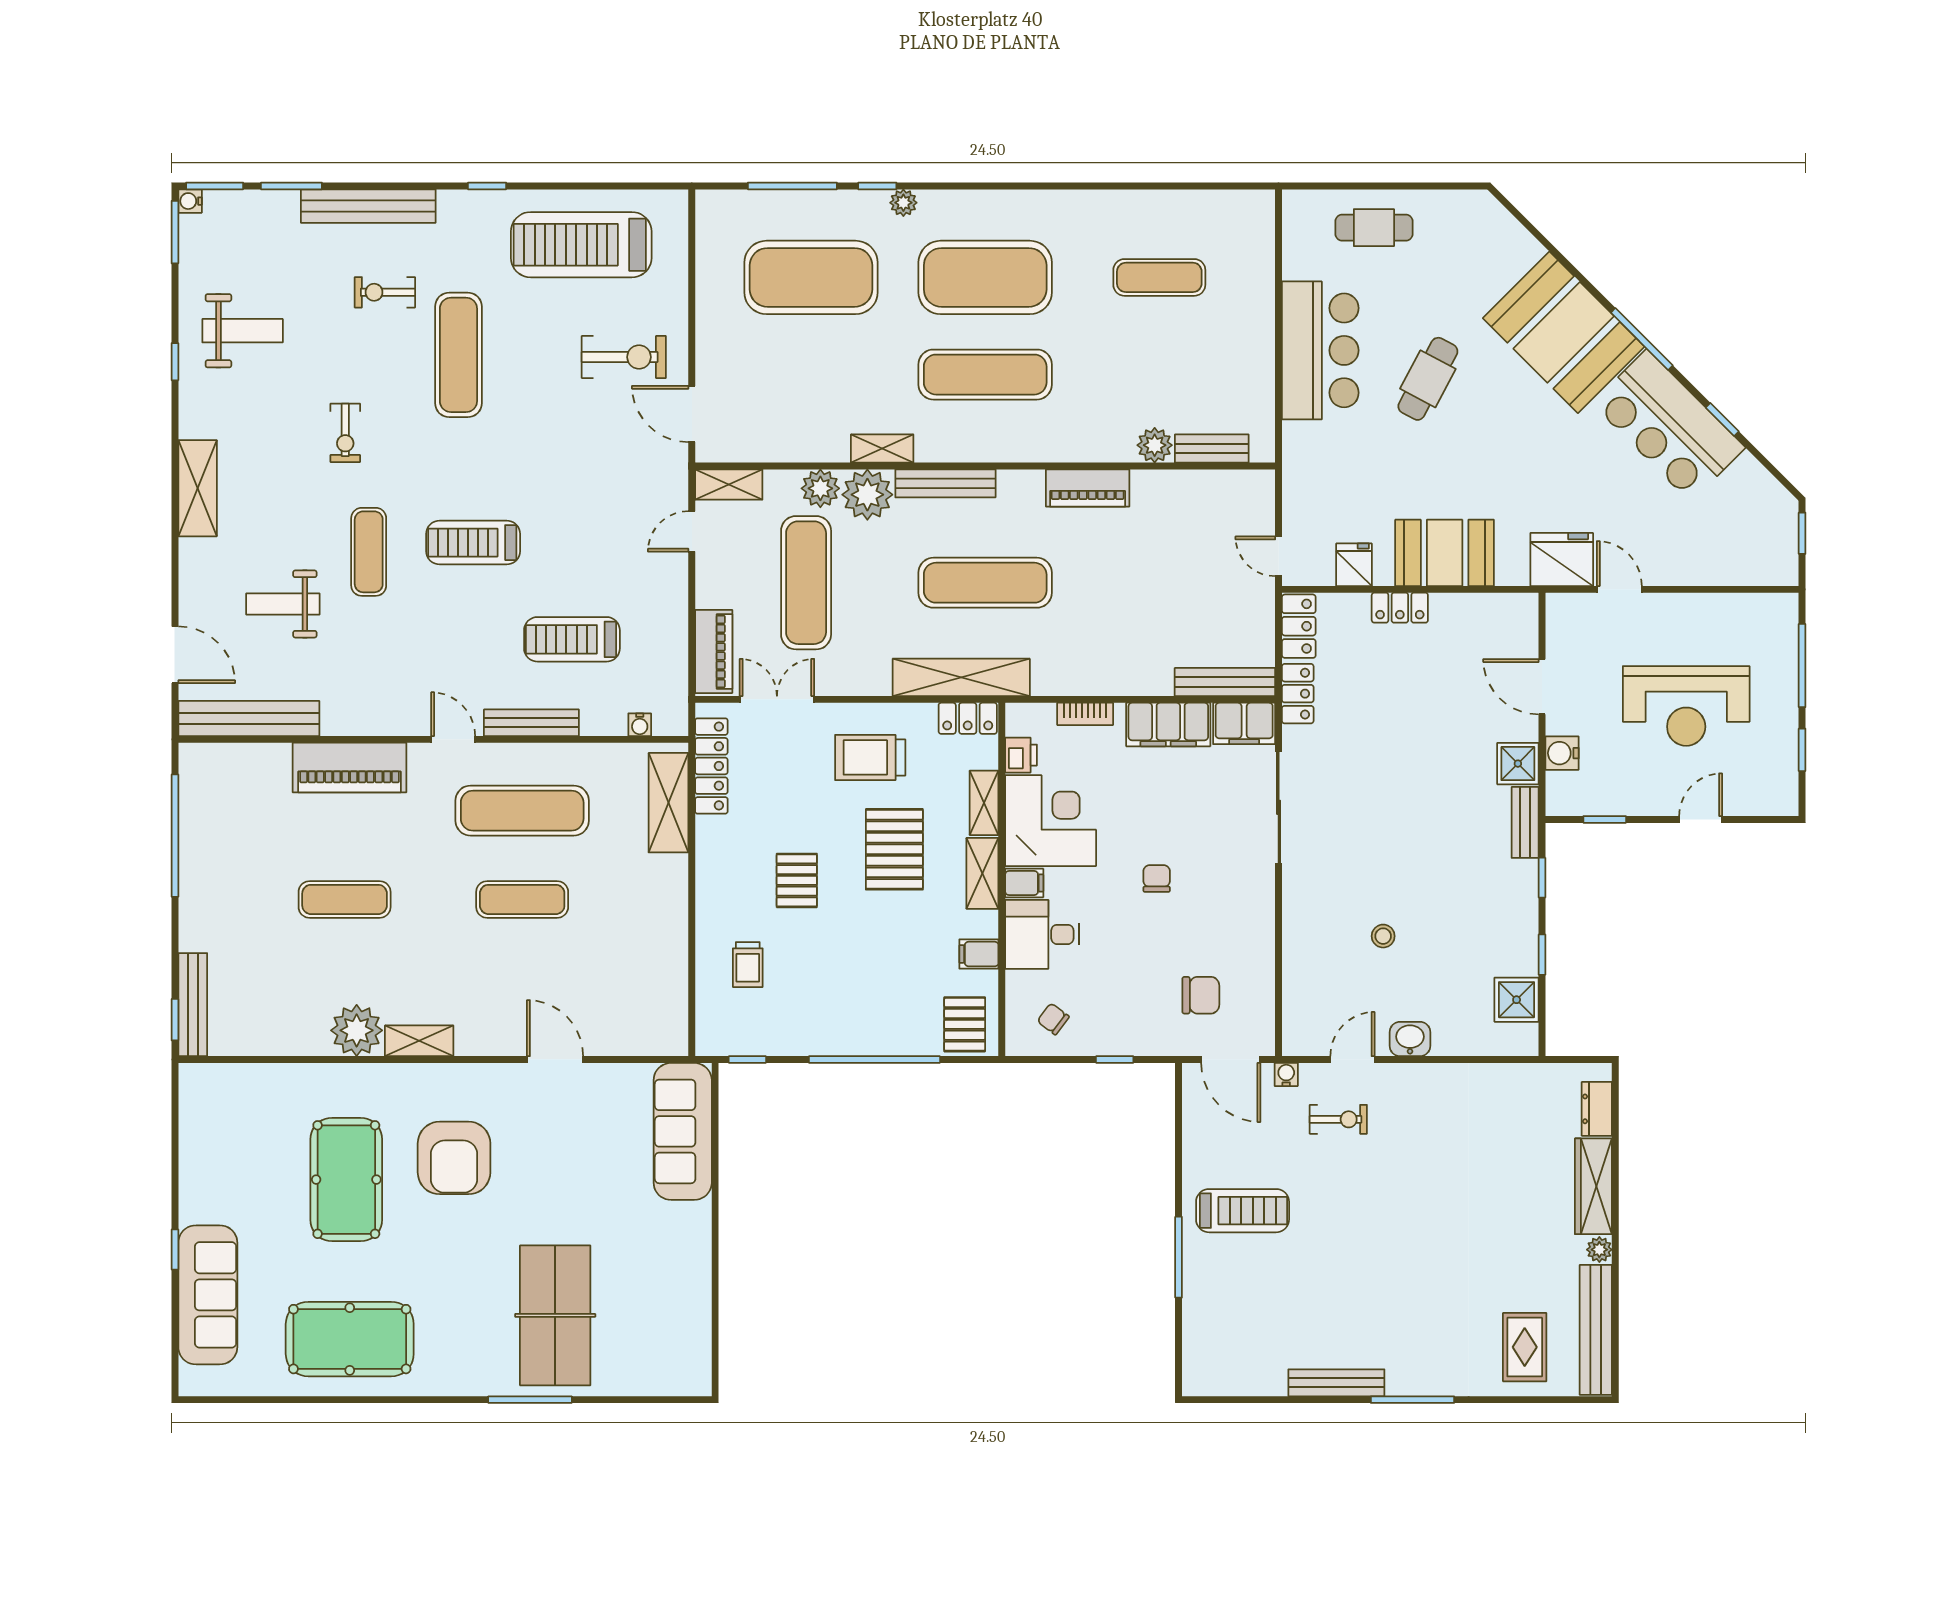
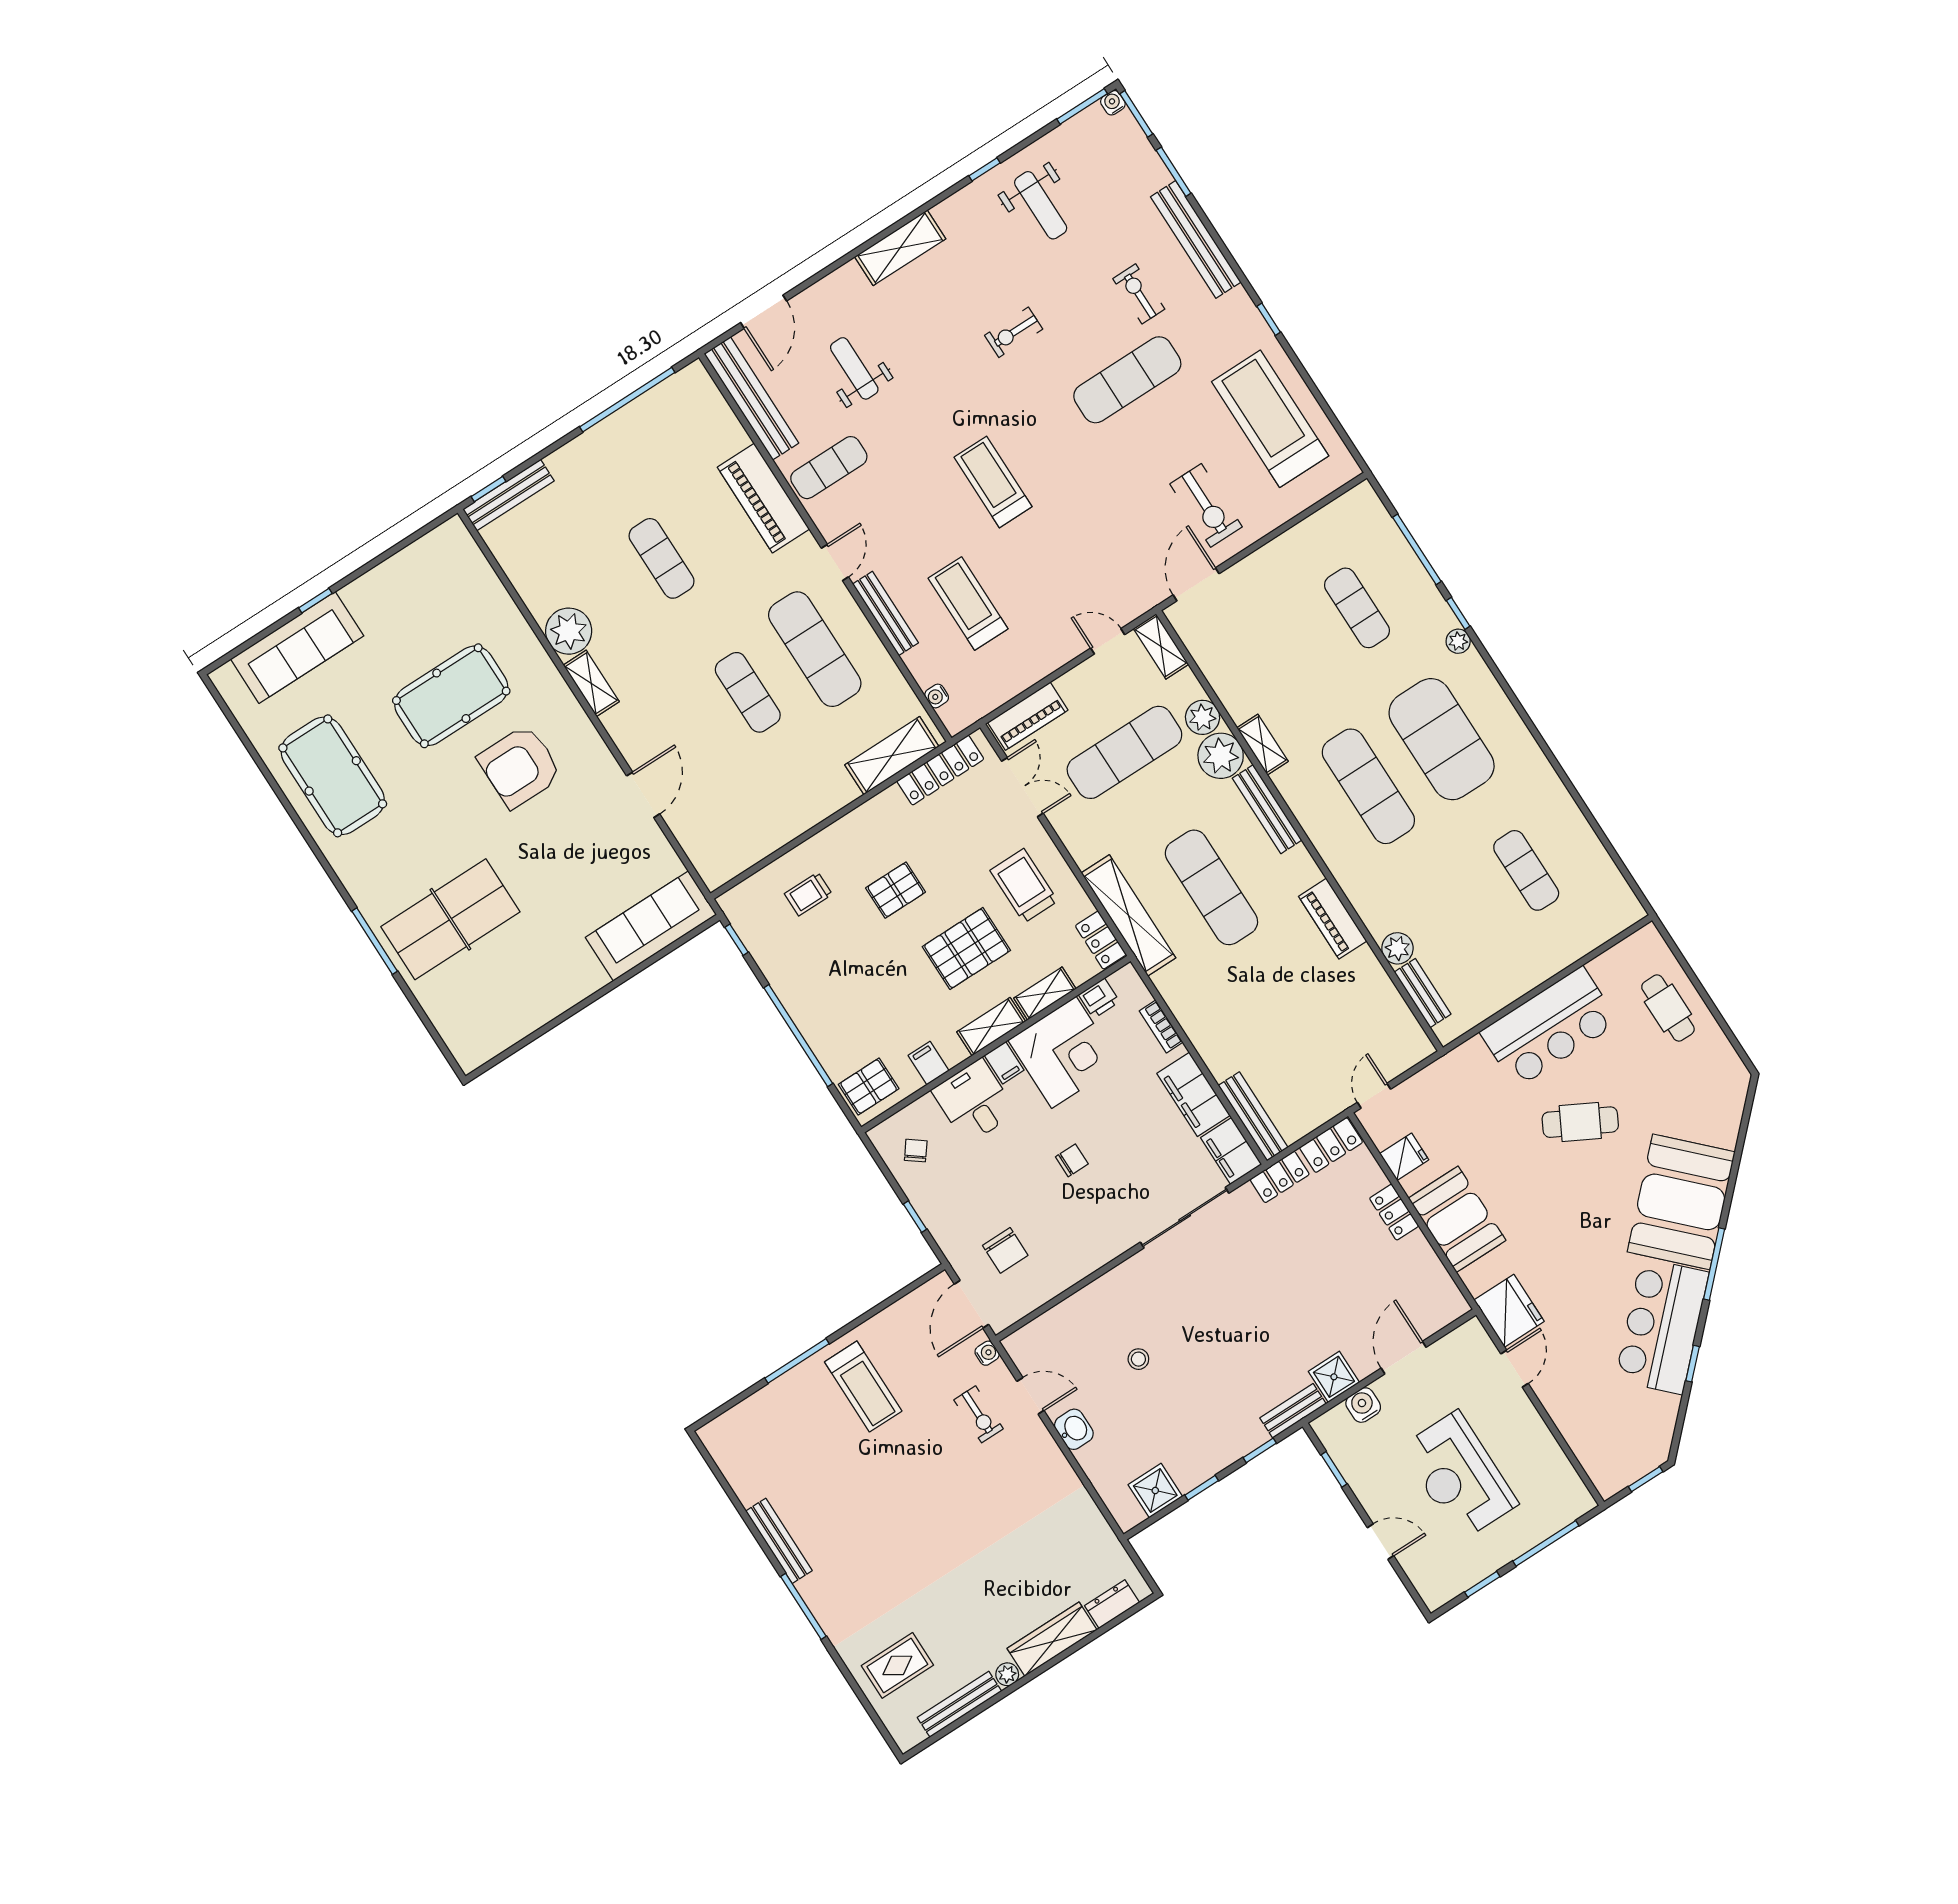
exercise mat: (811, 277) -> (1357, 608), width x0.50, depth x0.69
exercise mat: (369, 552) -> (829, 468), moved
bench: (1596, 1330) -> (959, 1704), width x0.73, depth x0.82

